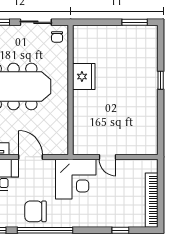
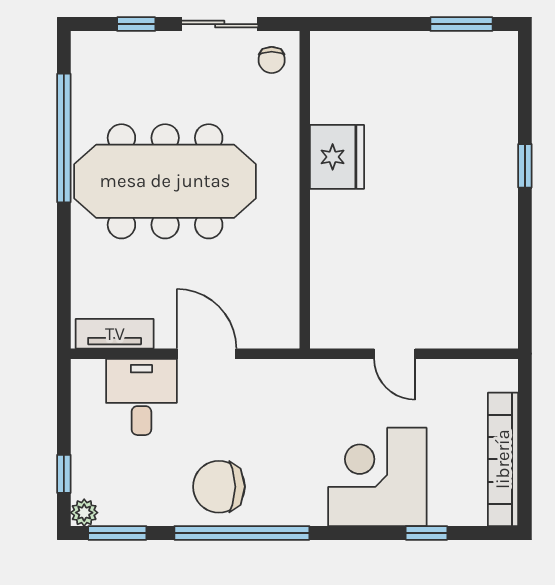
corner desk: (76, 179) -> (377, 477), moved, turned 180

